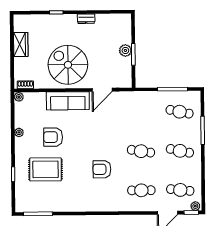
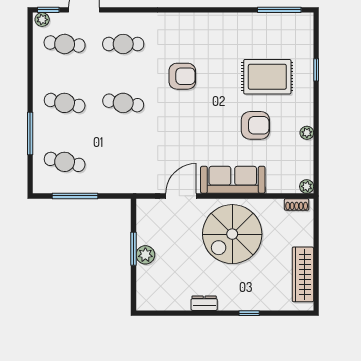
wardrobe: (21, 44) -> (303, 274), width x1.50
spiral stairs: (68, 65) -> (232, 234), turned 90

